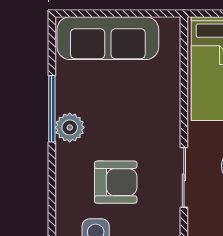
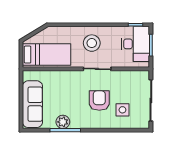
plant: (70, 127) -> (63, 122), moved

